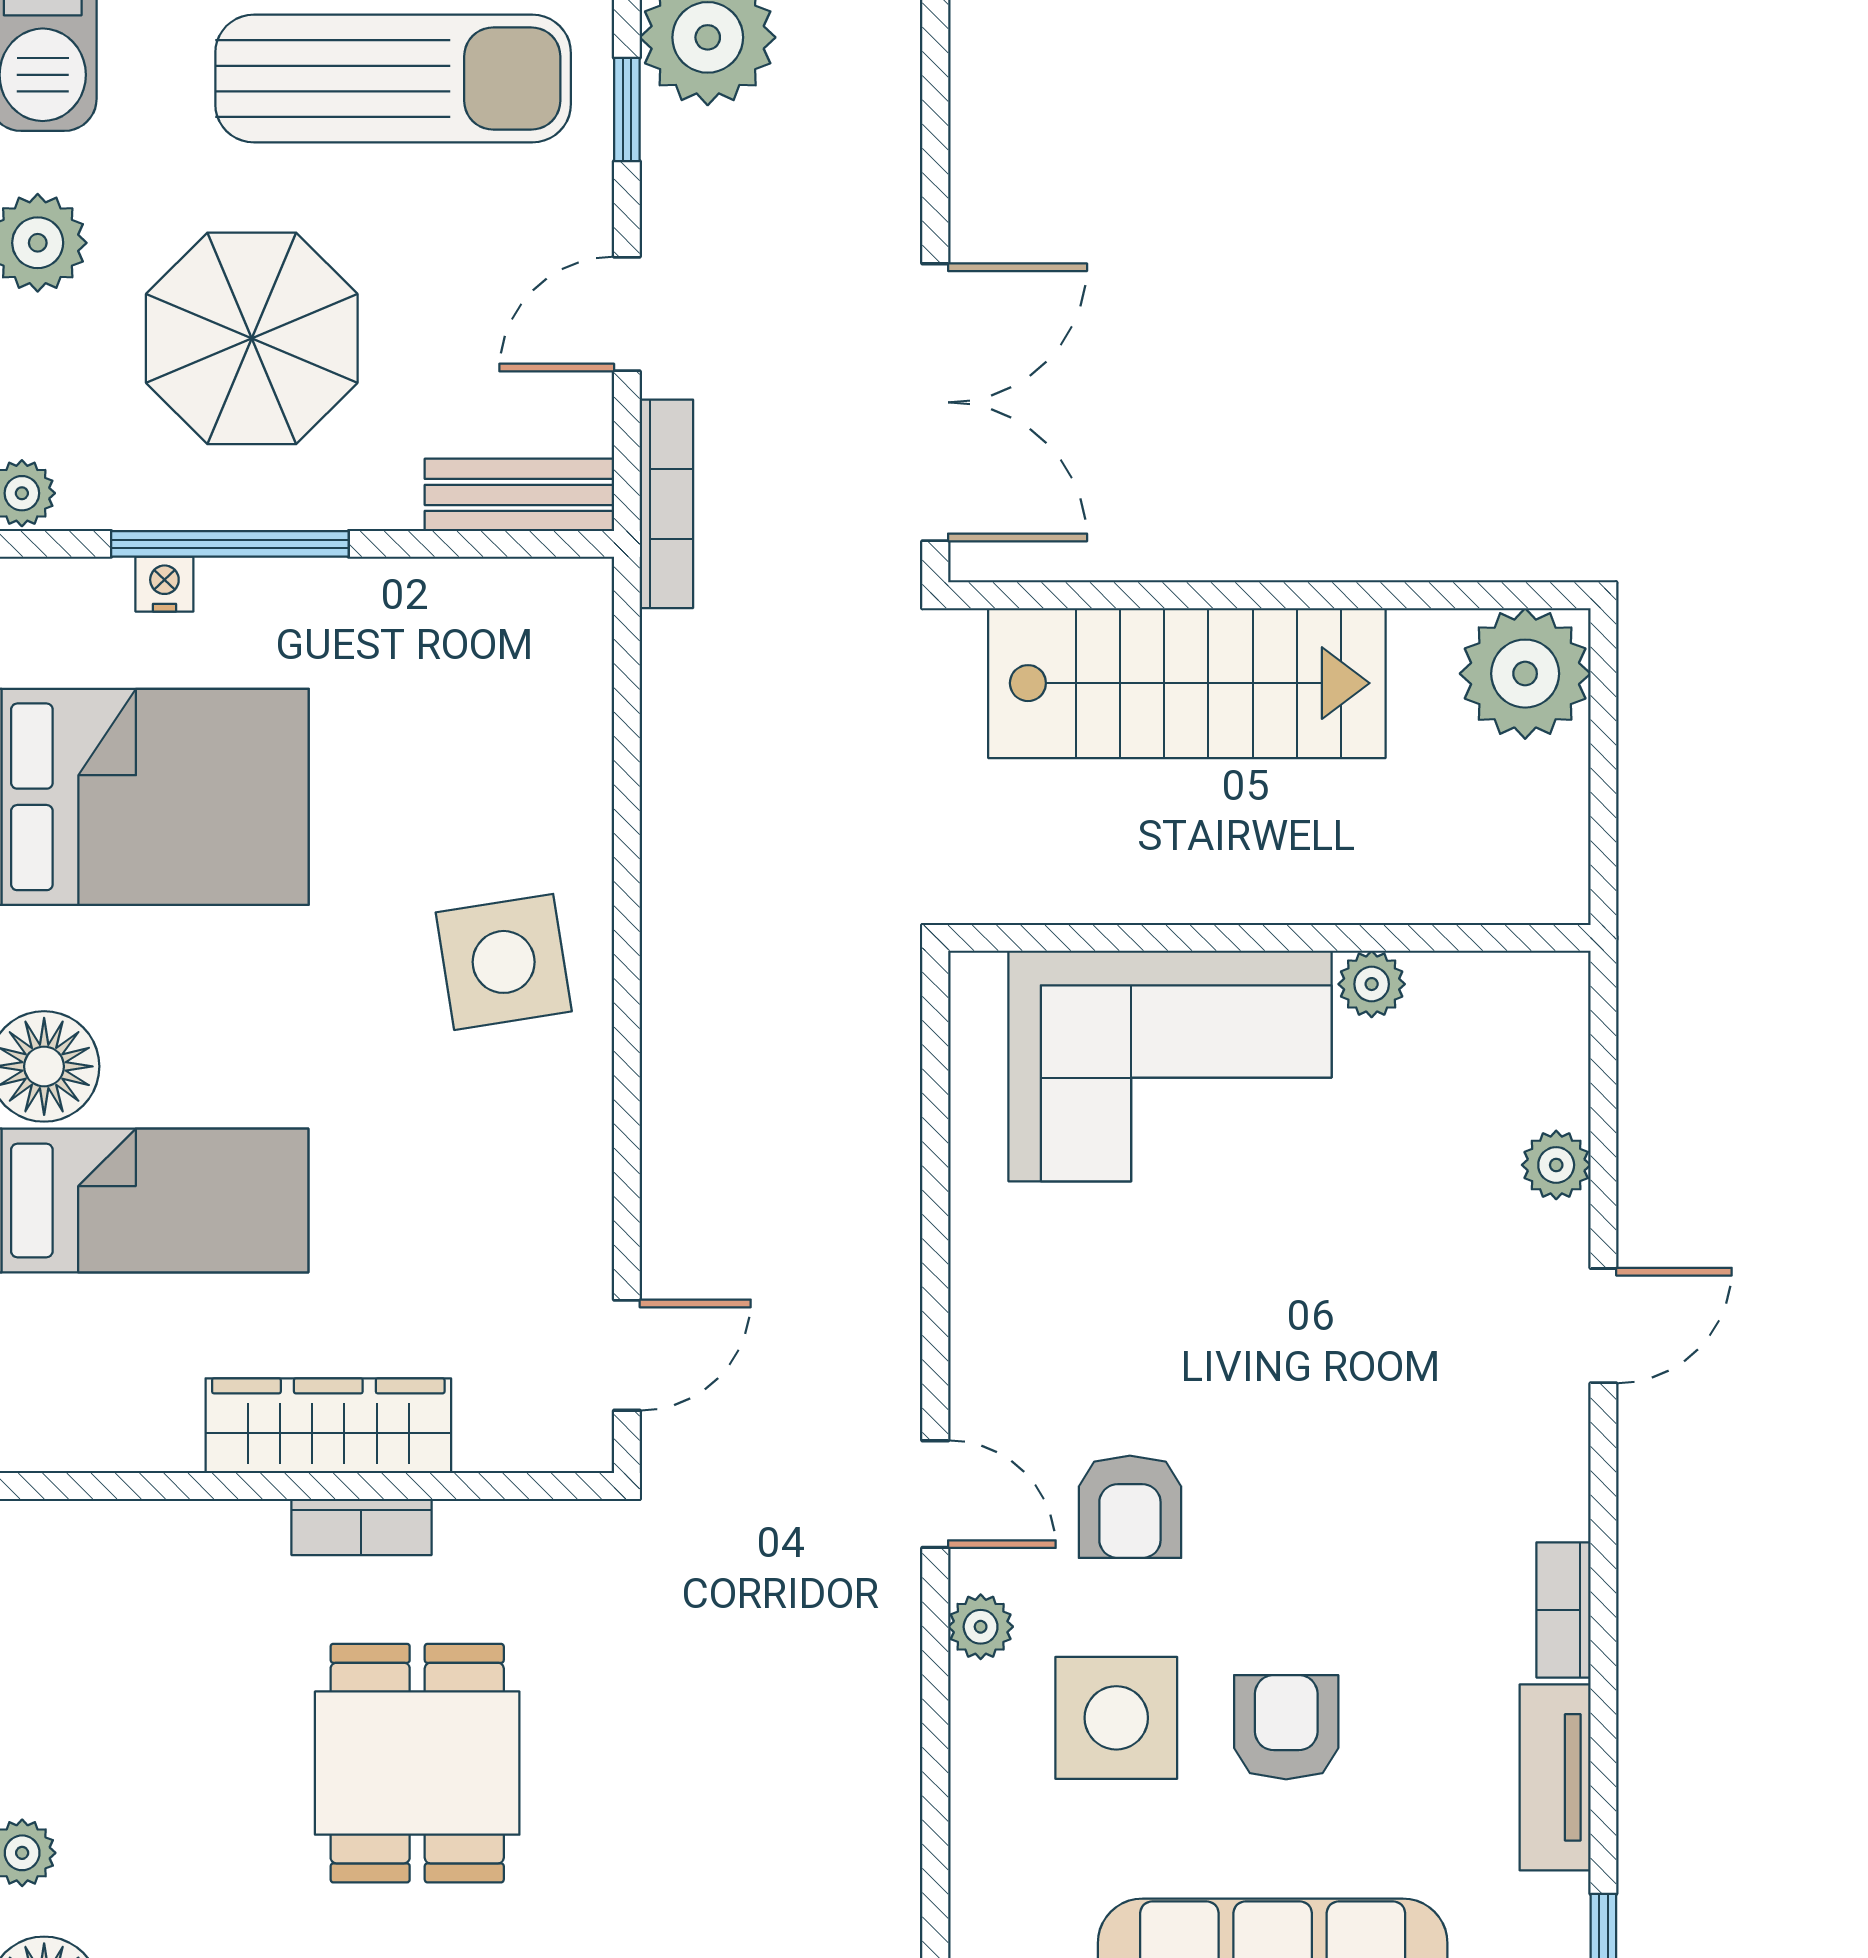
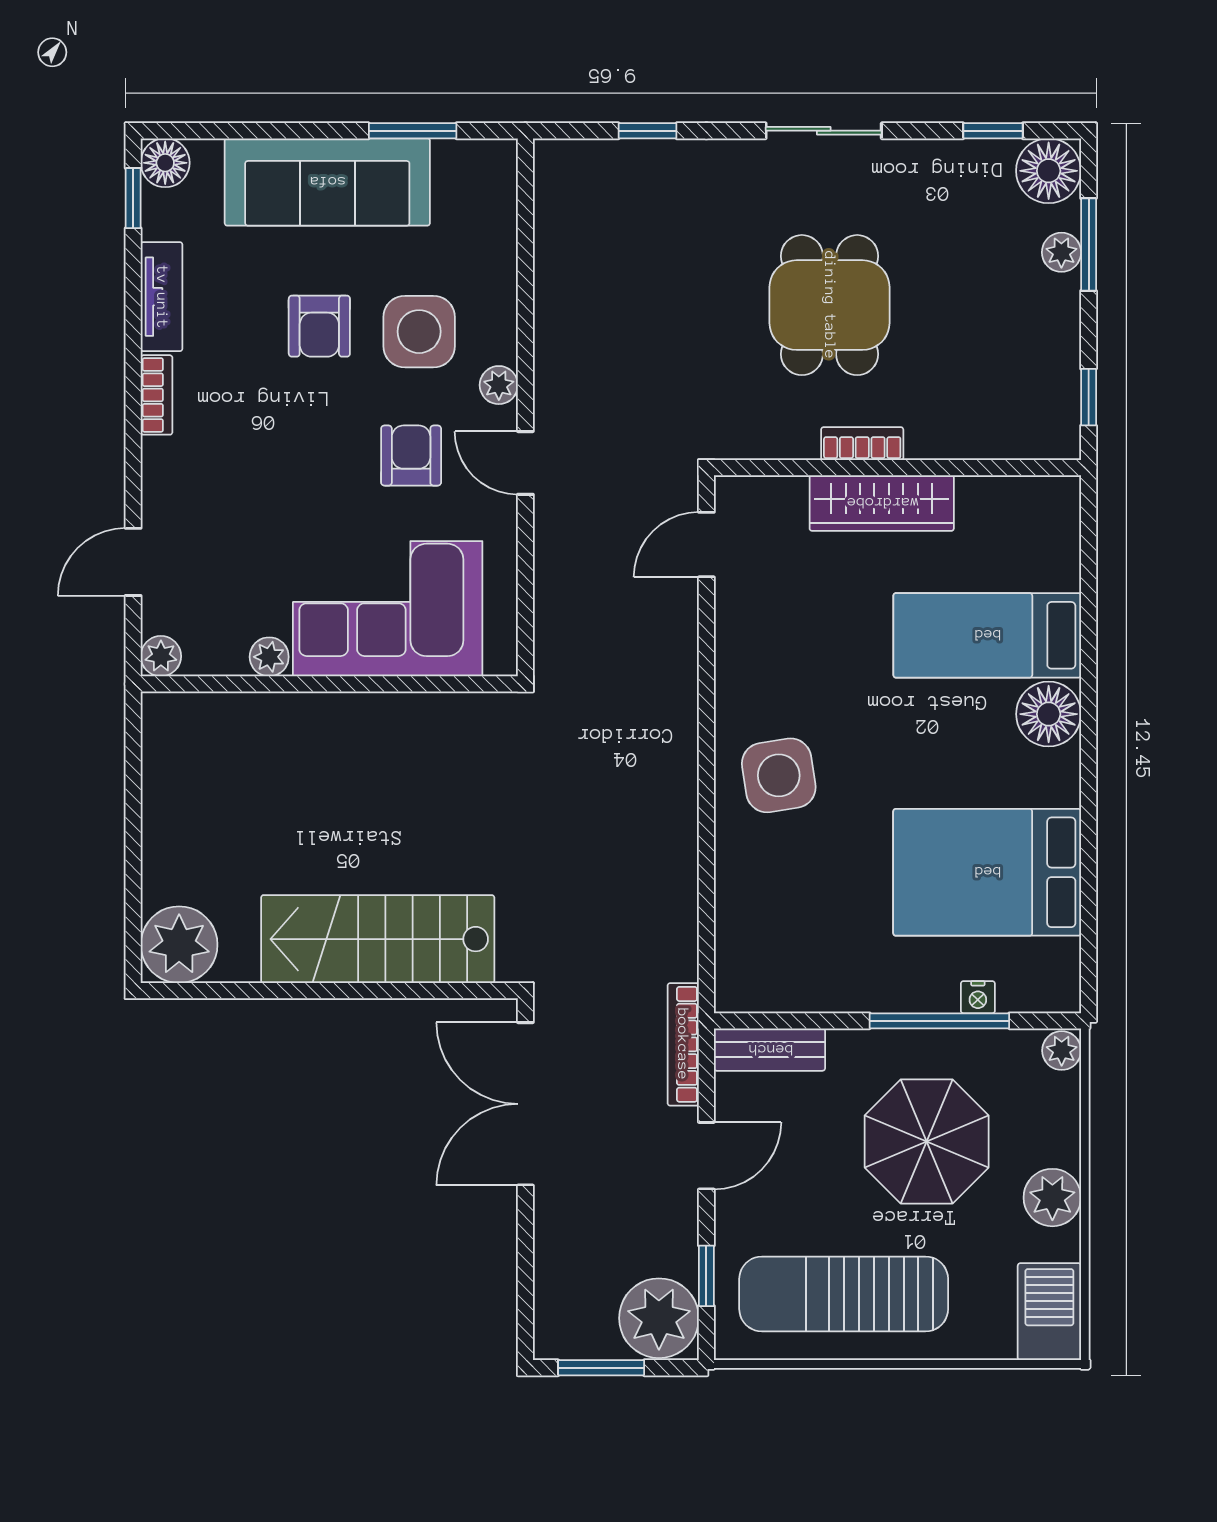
wall: (1269, 938) -> (329, 684), moved
plant: (1372, 984) -> (269, 657), moved
corner sofa: (1170, 1066) -> (388, 609), moved

